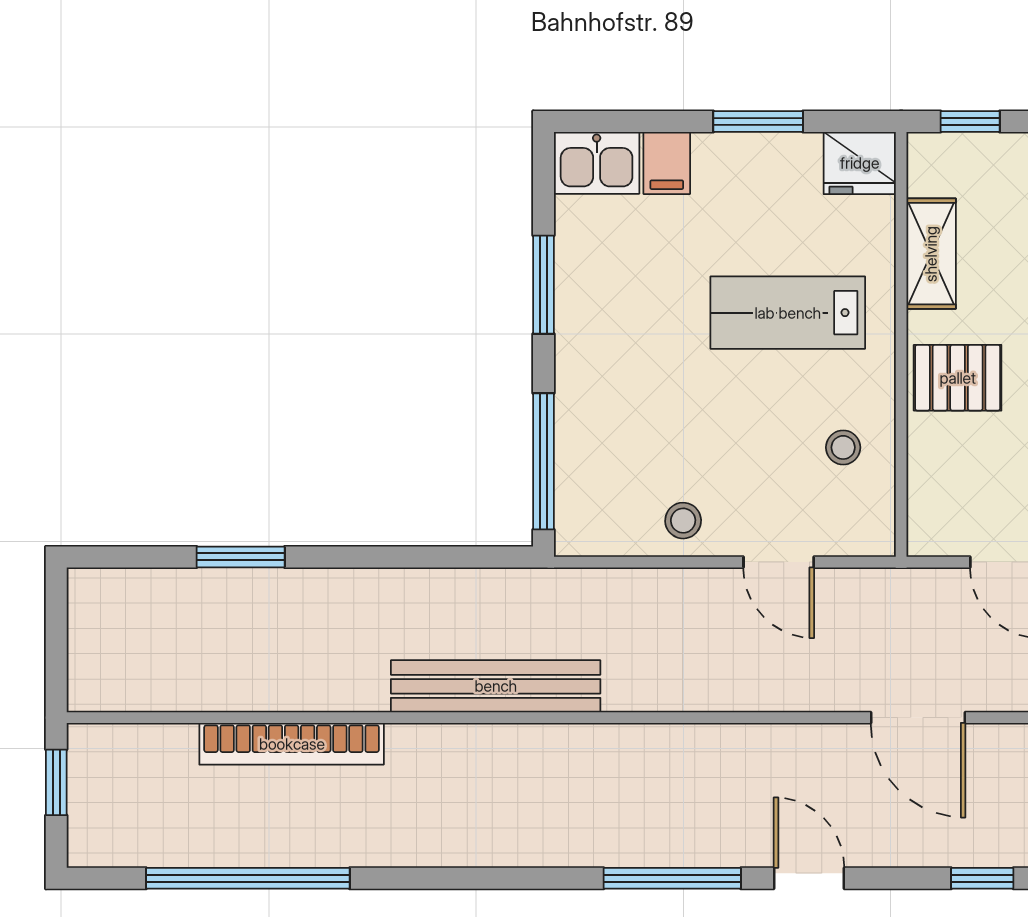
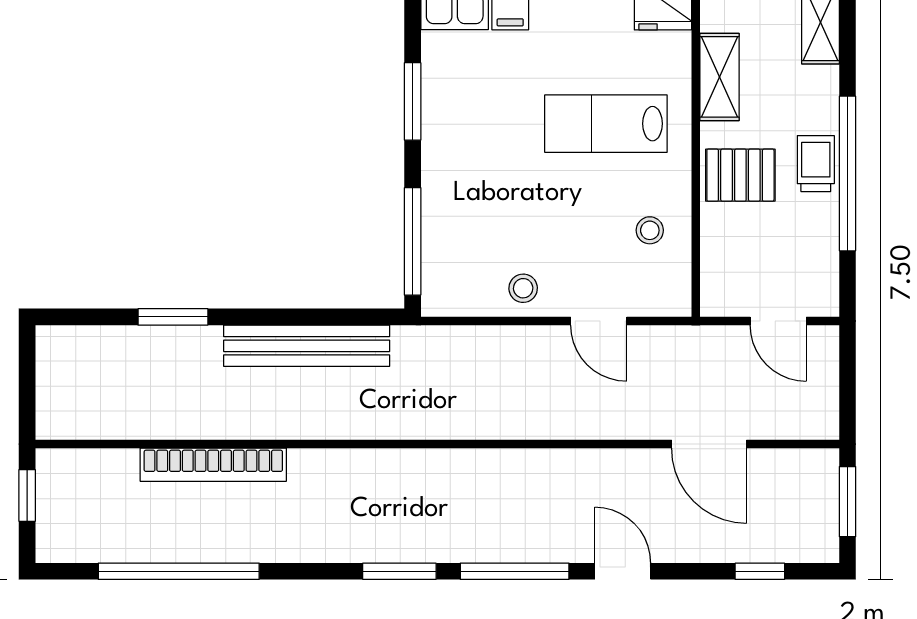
bench: (496, 686) -> (307, 346), moved
window: (527, 878) -> (399, 571), added

